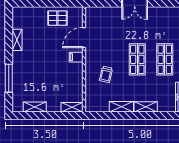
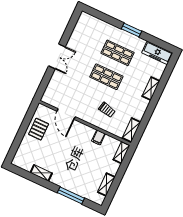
filing cabinet: (76, 57) -> (98, 137), moved
shelving: (121, 107) -> (131, 130), moved

